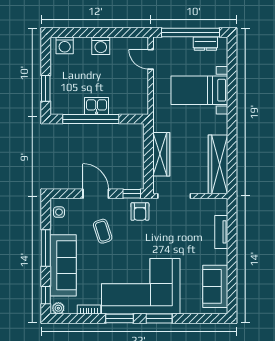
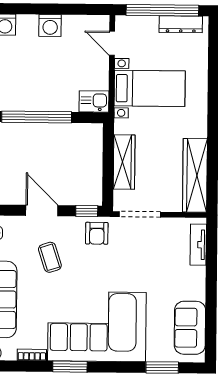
dresser: (205, 44) -> (181, 24), width x1.44
bed with nightstands: (199, 90) -> (150, 88), moved, turned 180
kitchen sink: (97, 106) -> (94, 101), moved
tv unit: (221, 232) -> (198, 245), moved
window: (159, 319) -> (162, 368), moved

